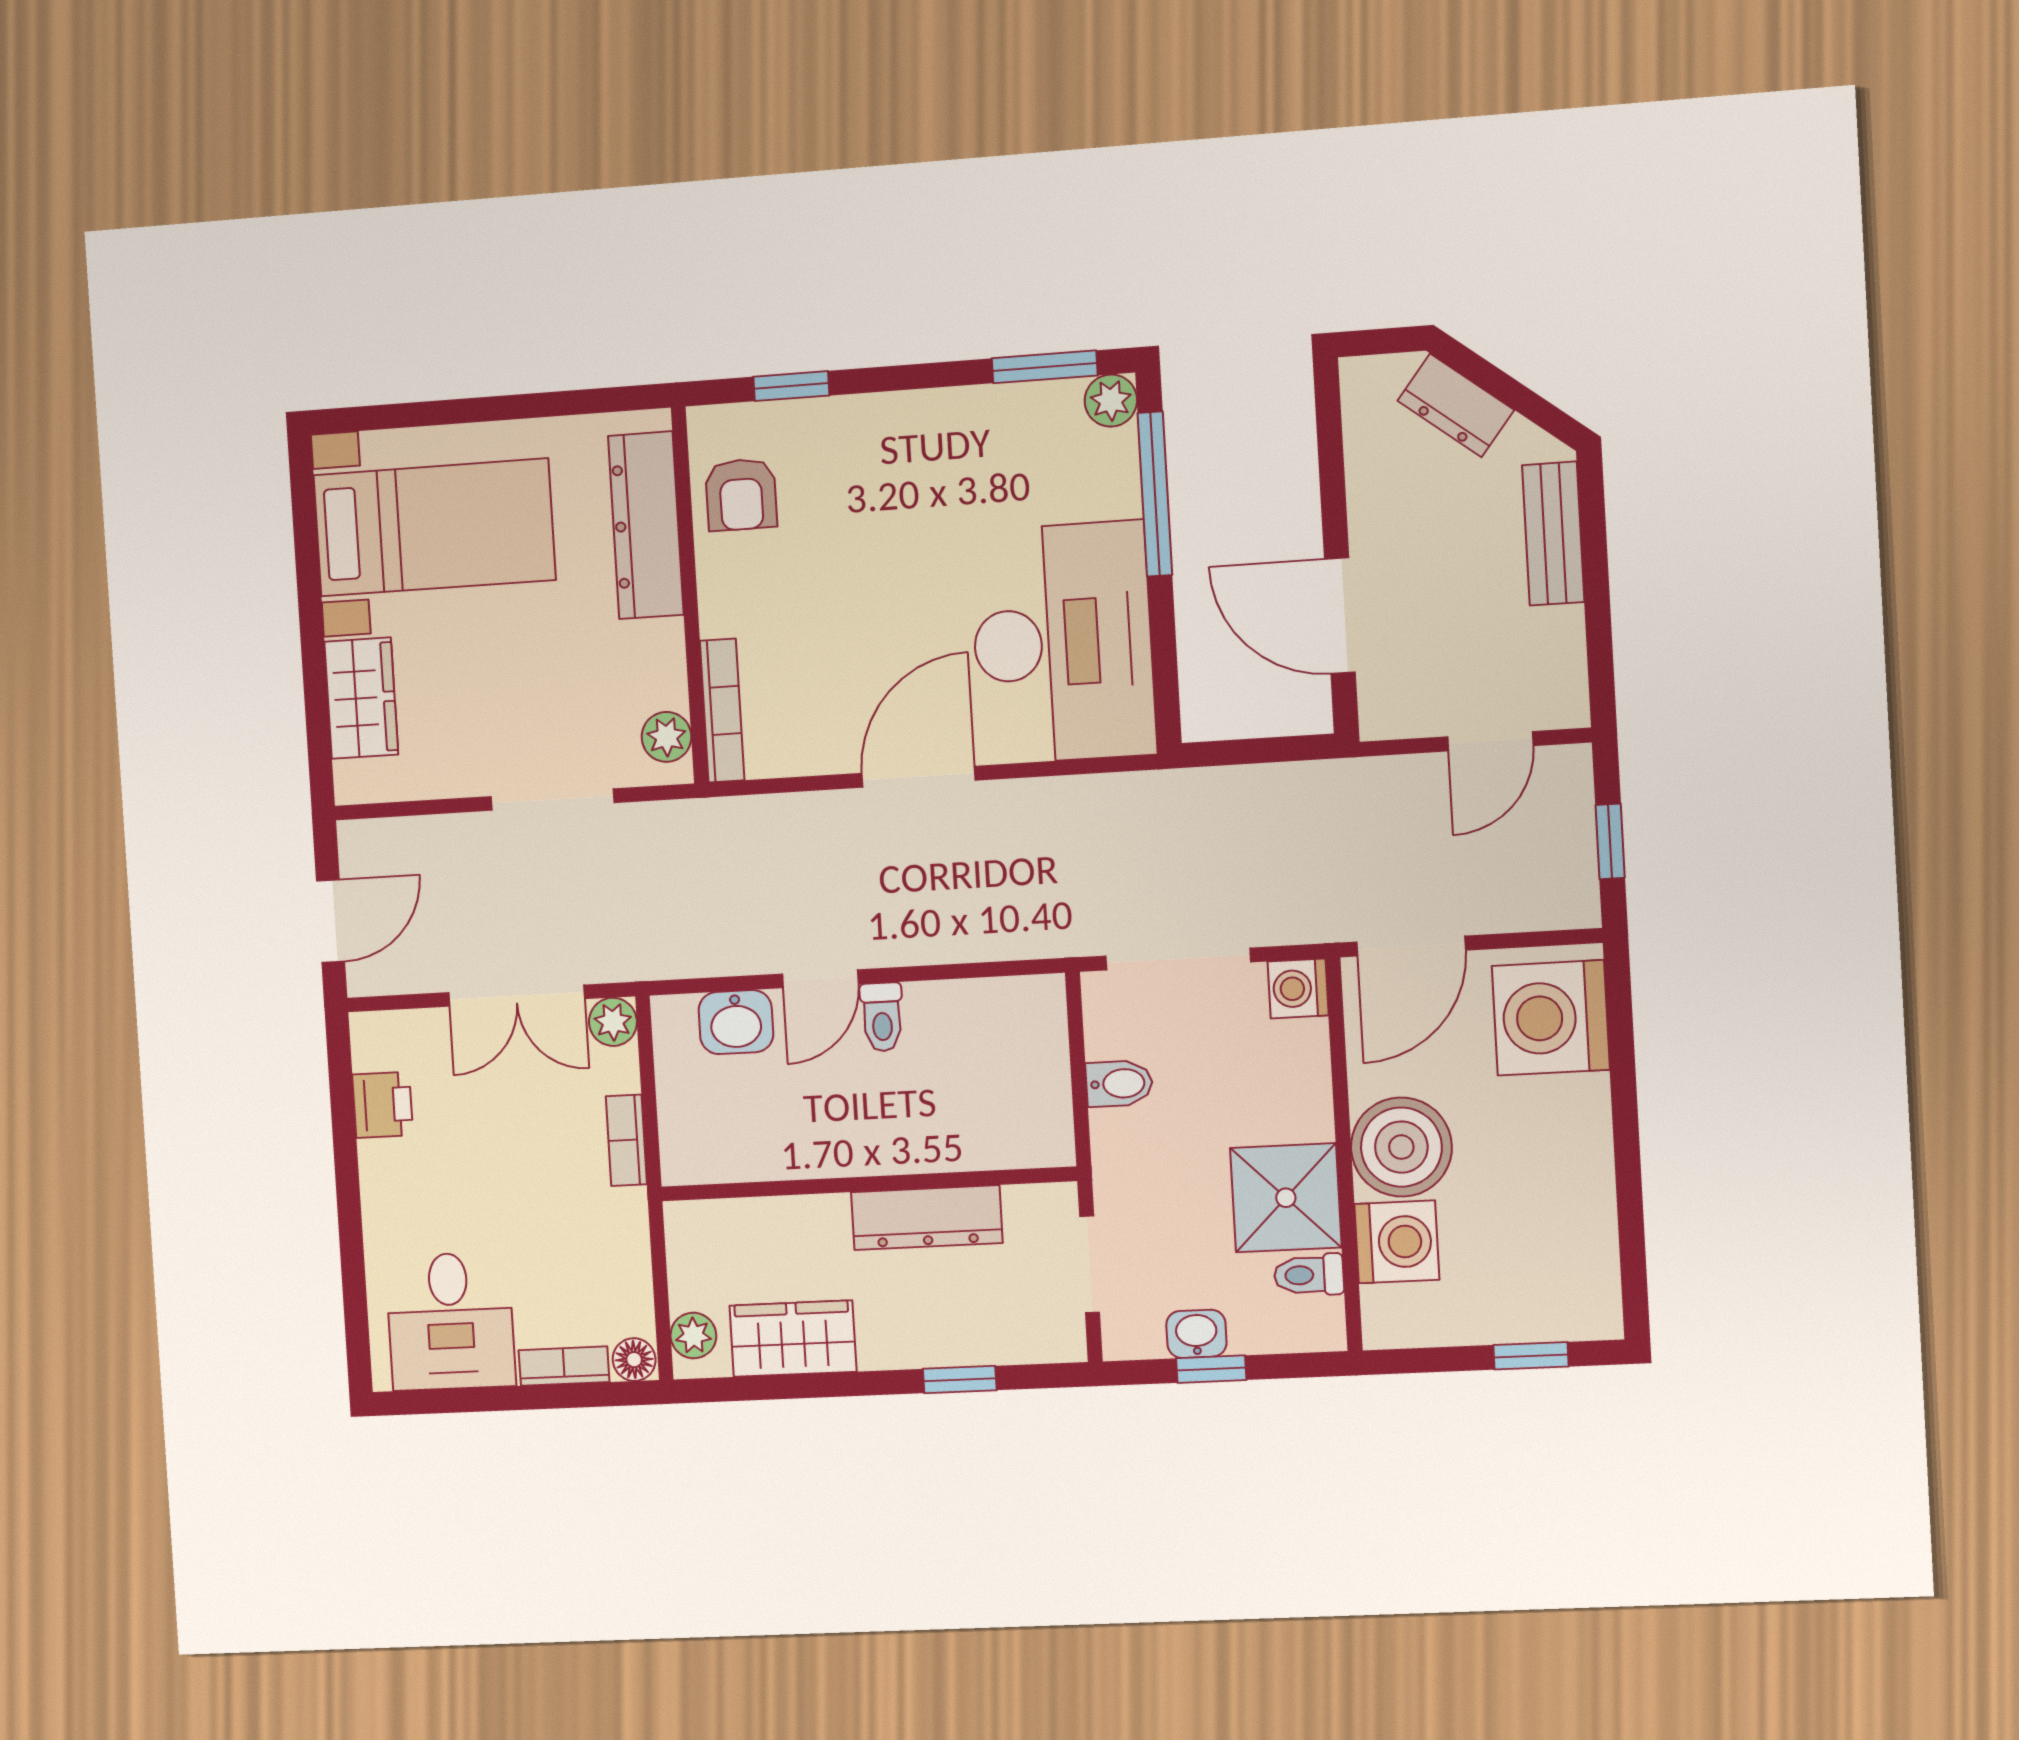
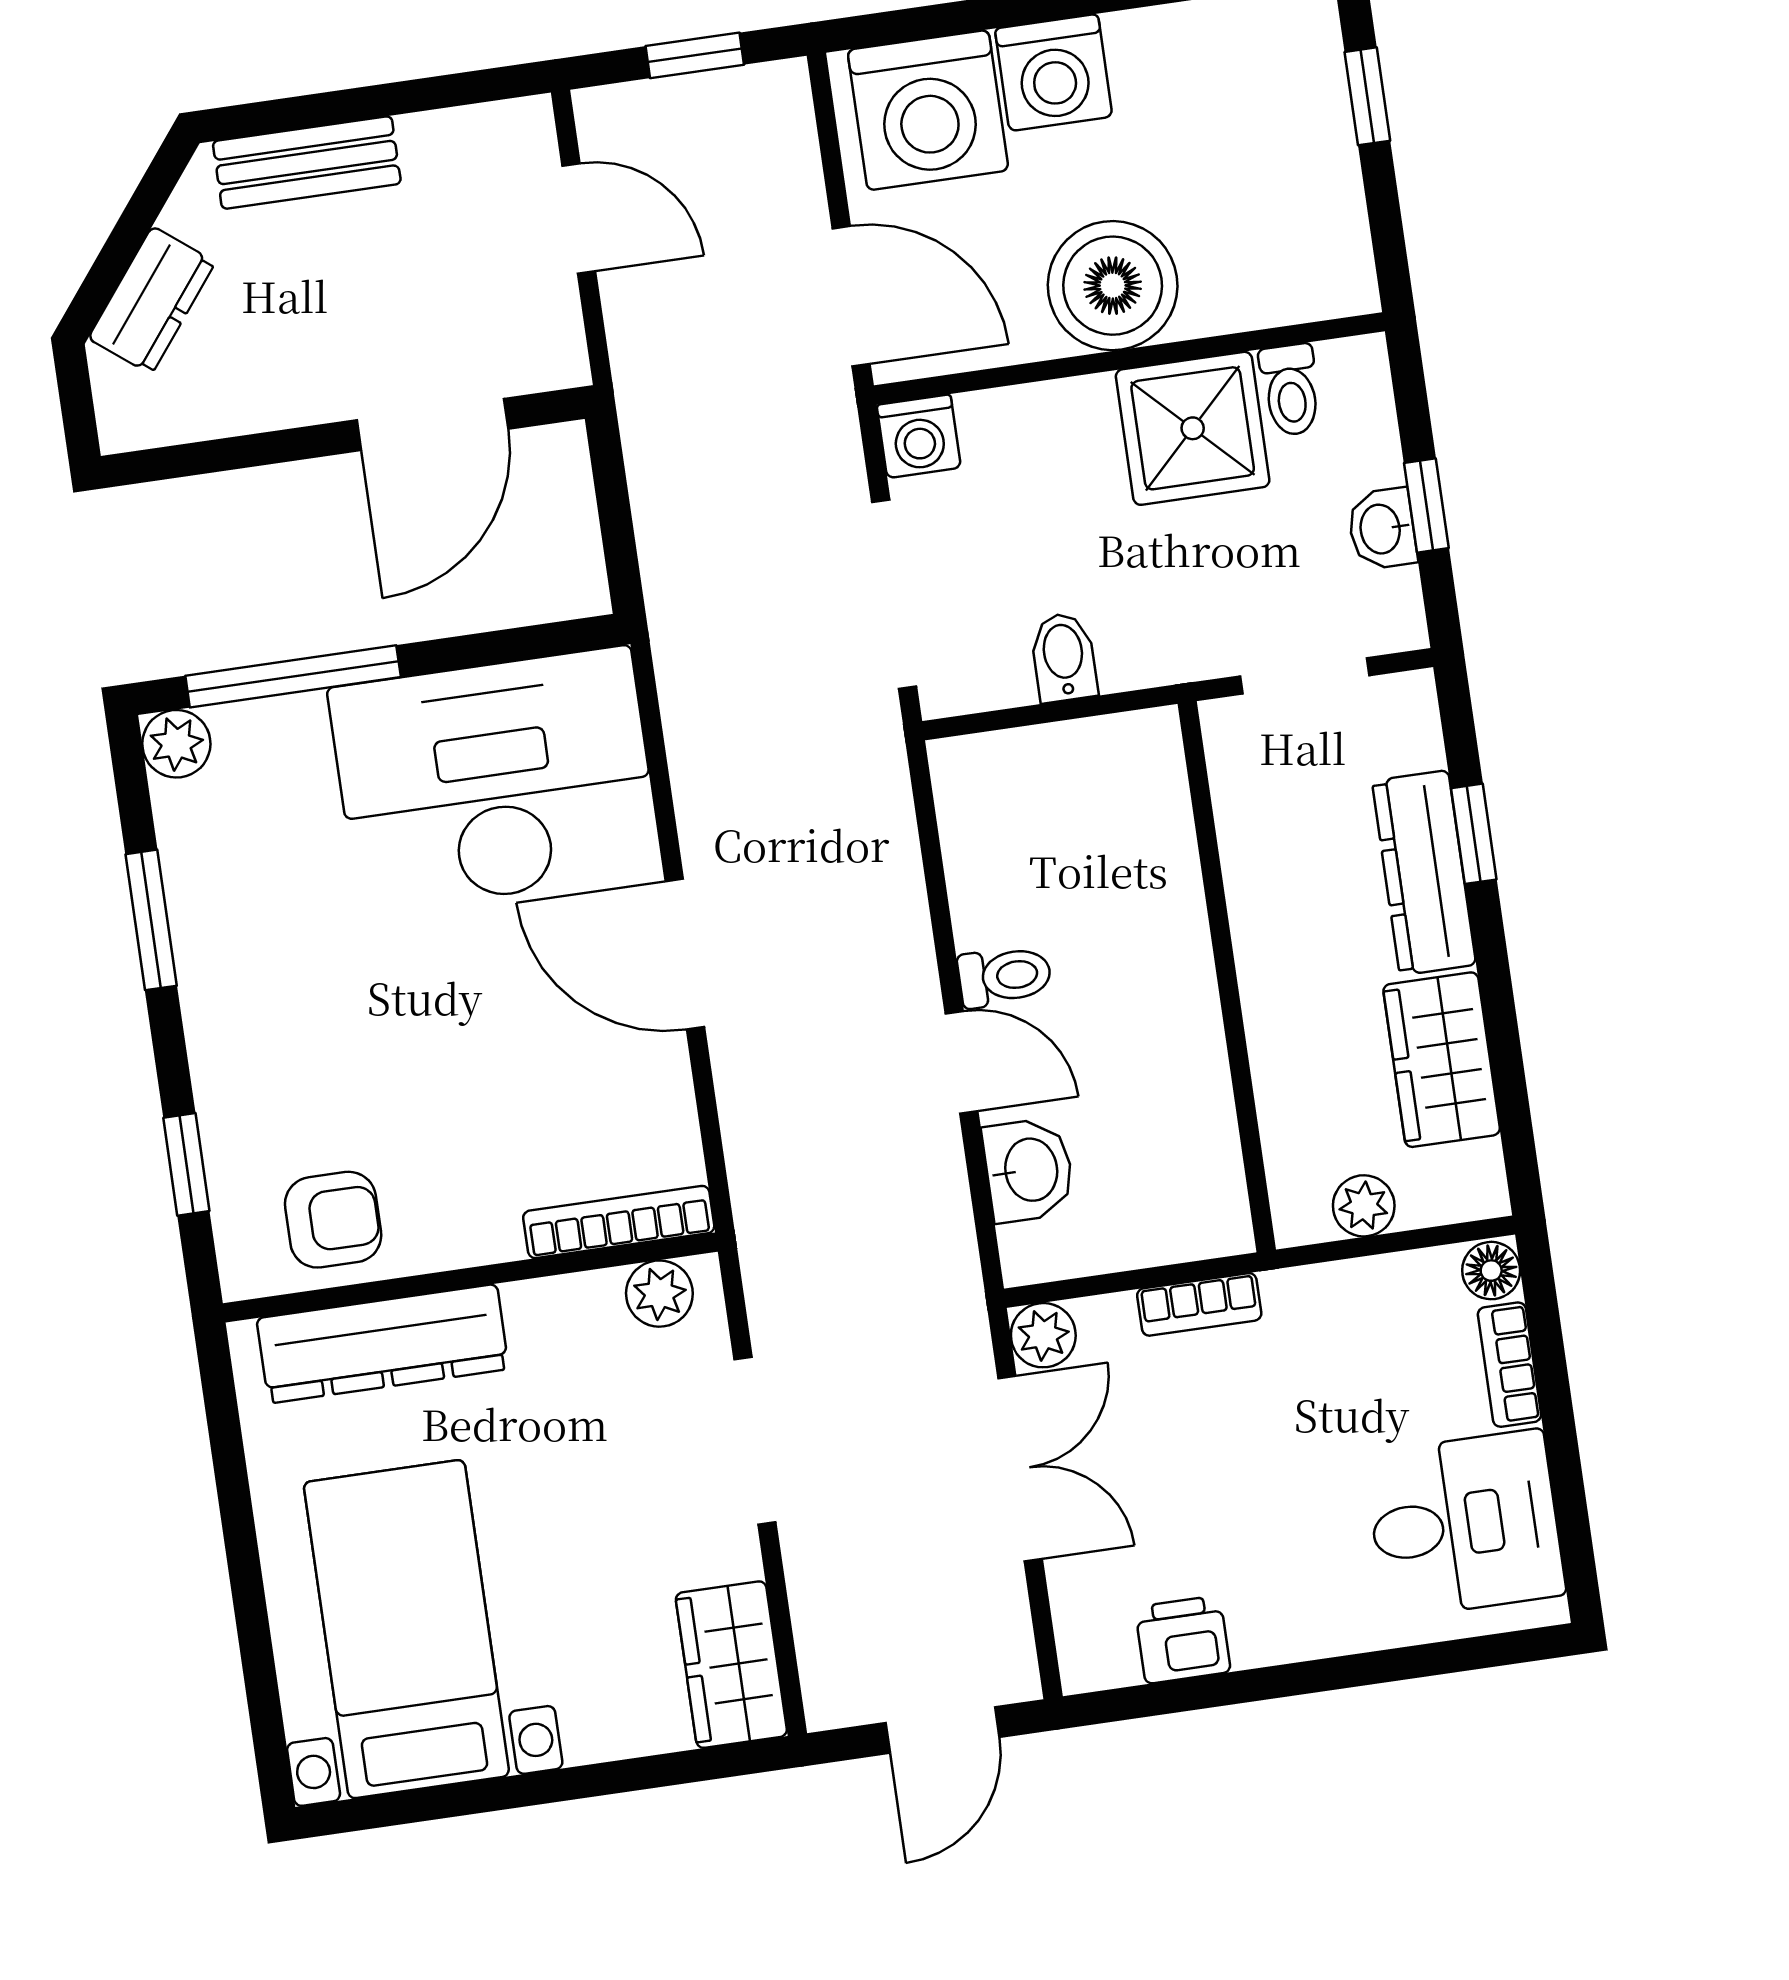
window: (1045, 367) -> (151, 920), moved
wardrobe: (361, 698) -> (731, 1665), moved, turned -90
door: (331, 921) -> (942, 1730), swing flipped
dresser: (927, 1218) -> (1424, 873), moved, turned 180
washing machine: (1397, 1242) -> (1054, 73), moved, turned 180
plant: (693, 1336) -> (1364, 1206), moved

